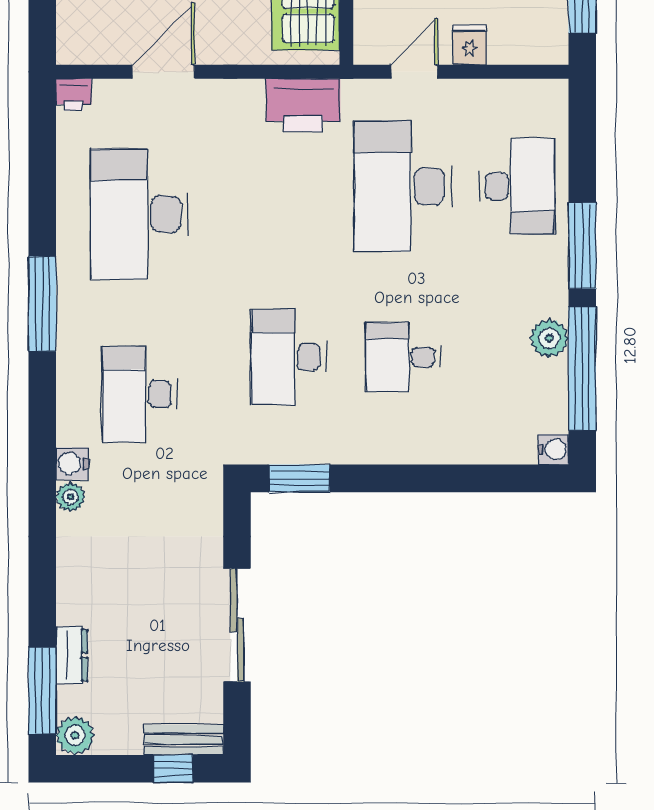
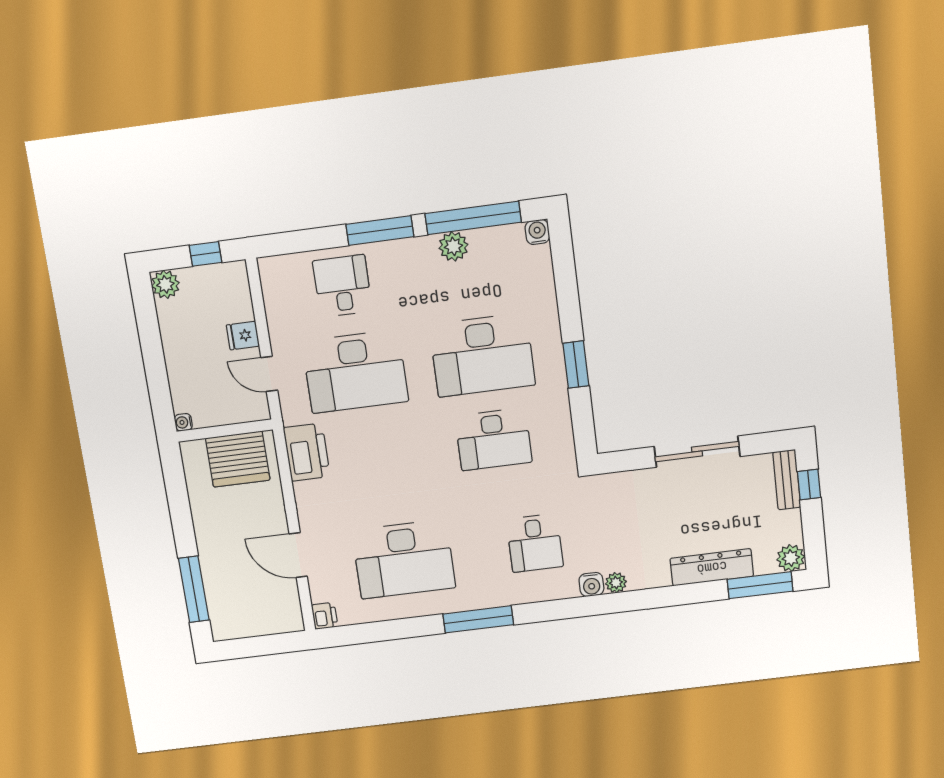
desk: (517, 186) -> (343, 286), width x0.73
desk: (403, 357) -> (482, 355), width x1.87, depth x1.30
desk: (140, 394) -> (535, 543), width x0.73
window: (299, 478) -> (576, 364), moved
dresser: (72, 655) -> (712, 567), width x1.96, depth x1.24

